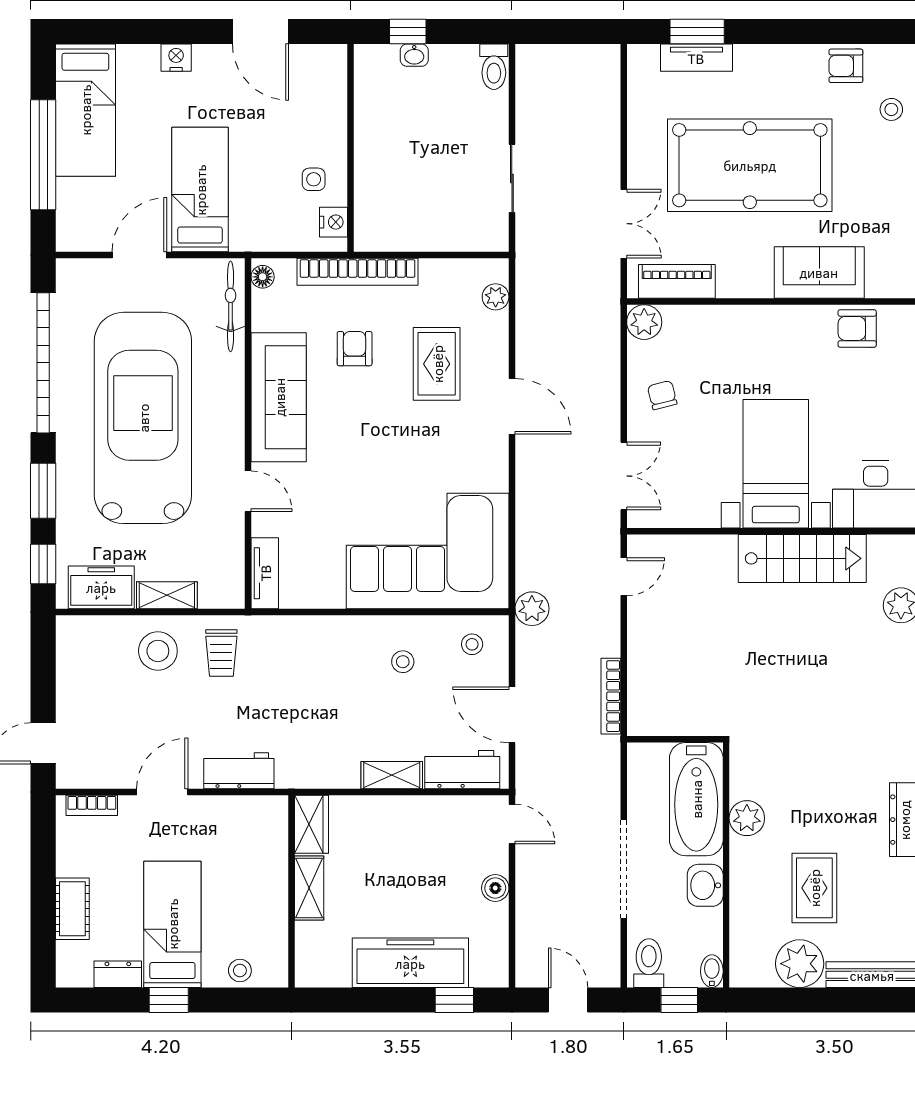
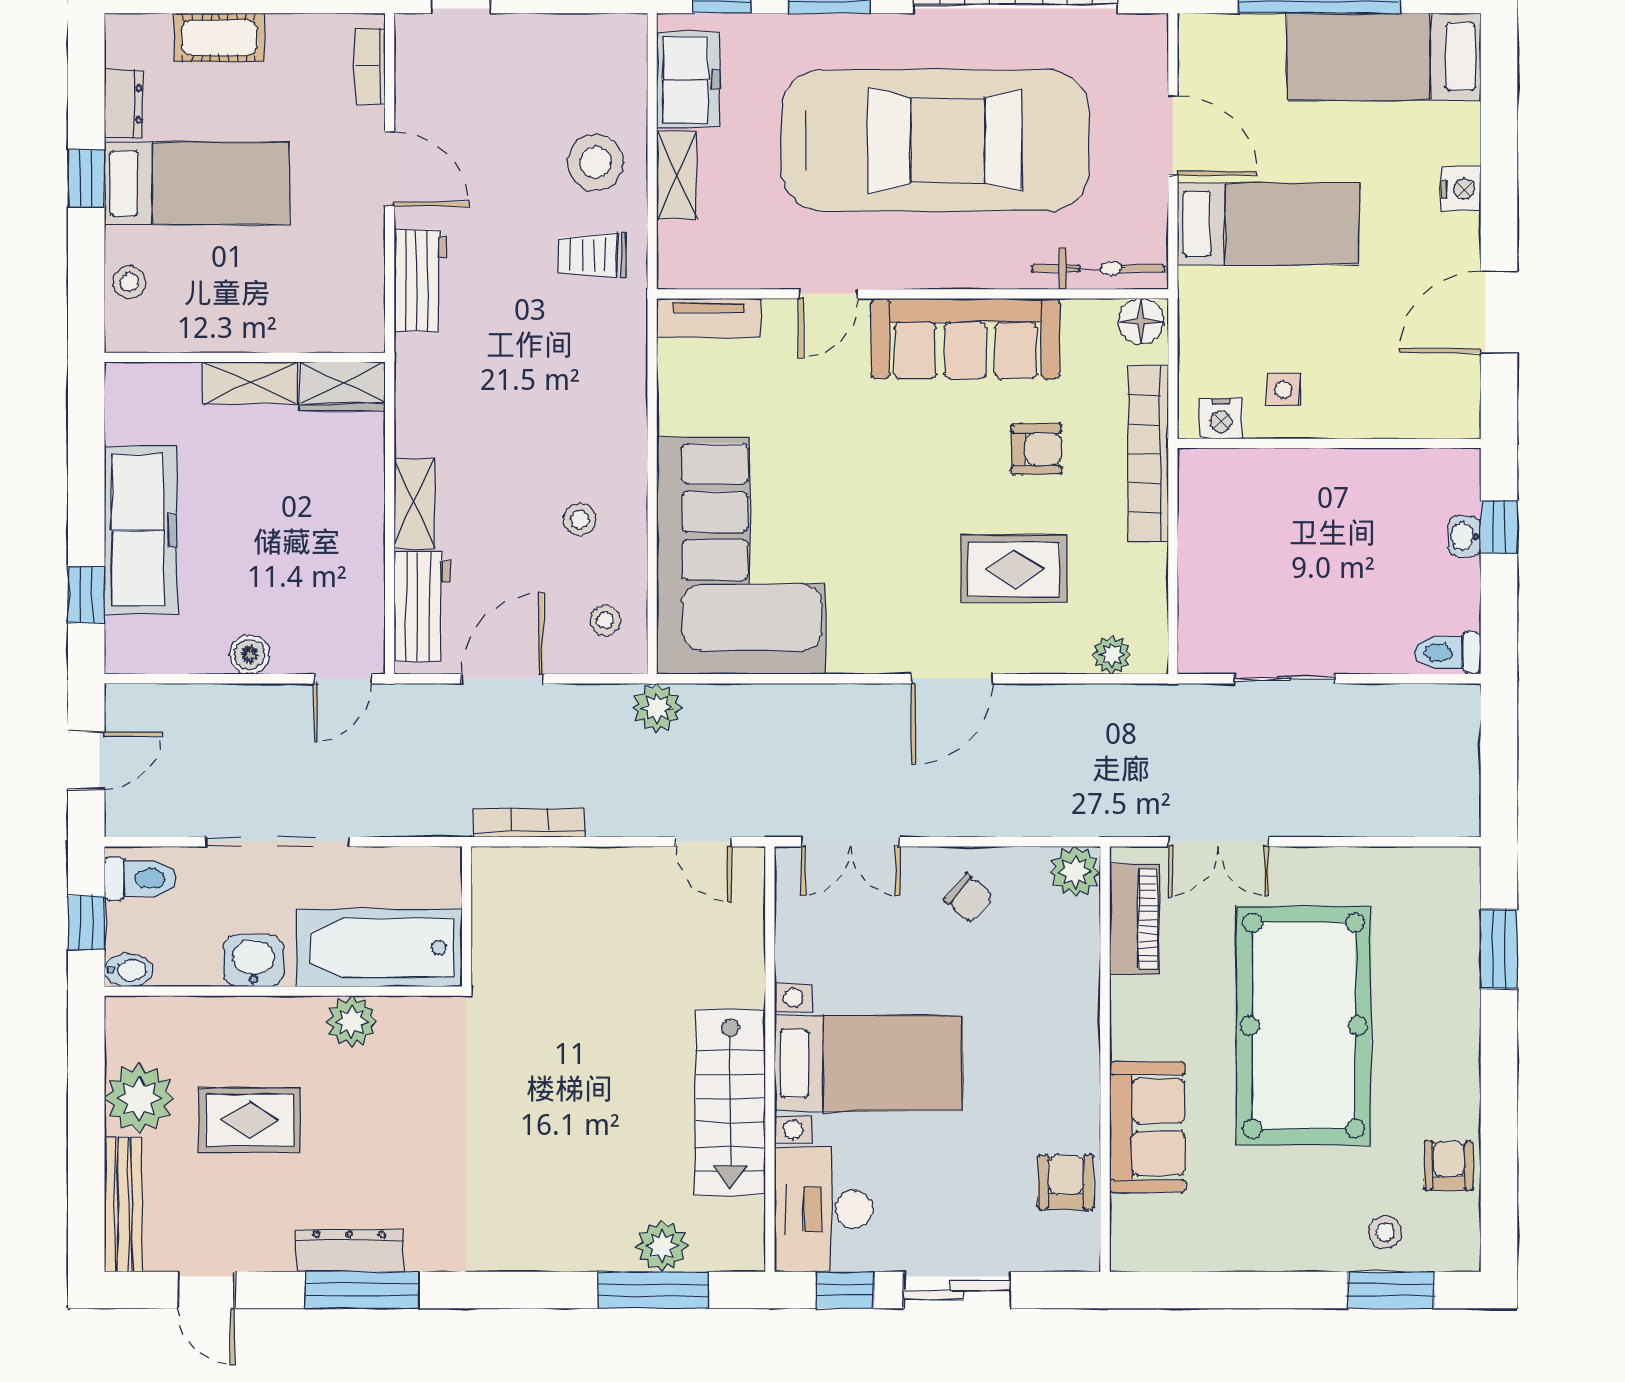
tv unit: (696, 58) -> (1461, 948), removed
floor lamp: (263, 277) -> (1141, 321), width x1.37, depth x1.37
chair: (662, 395) -> (969, 898), turned 55

